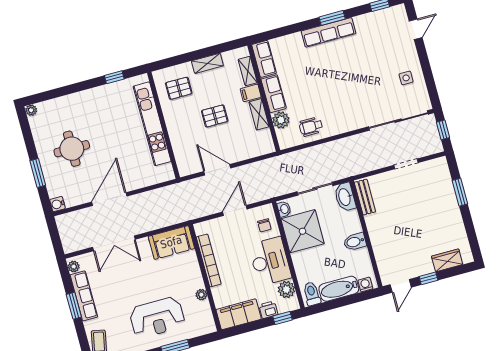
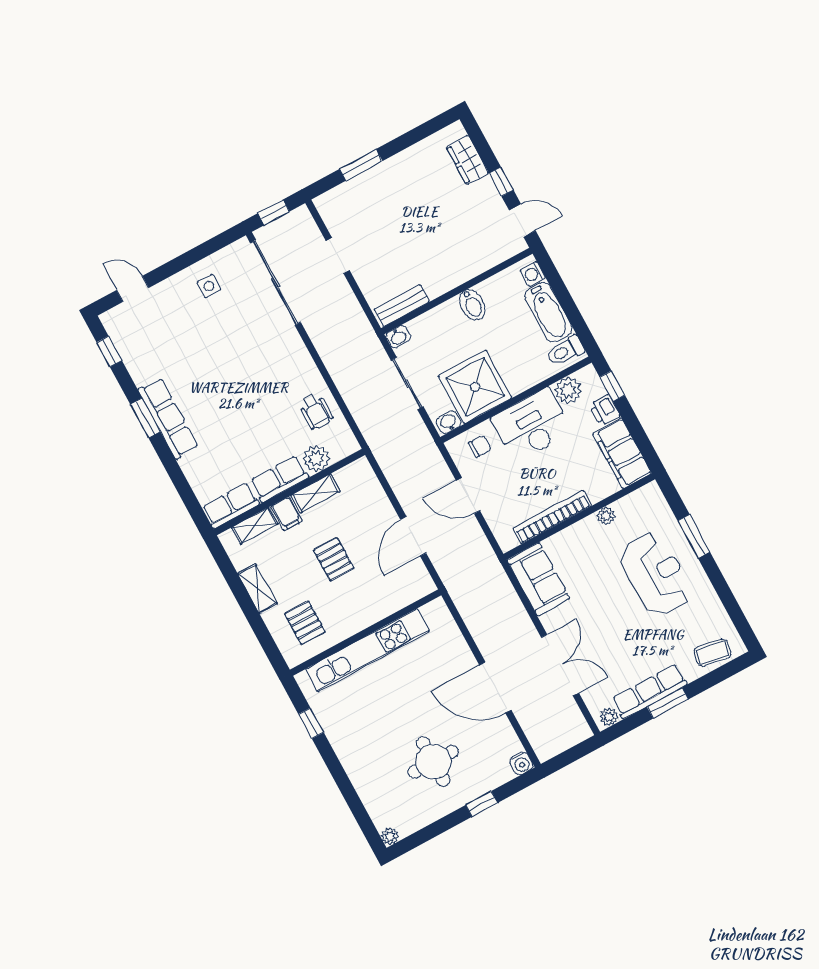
window: (38, 173) -> (482, 804), width x0.67
washbasin: (345, 197) -> (398, 337), width x0.52, depth x0.69

